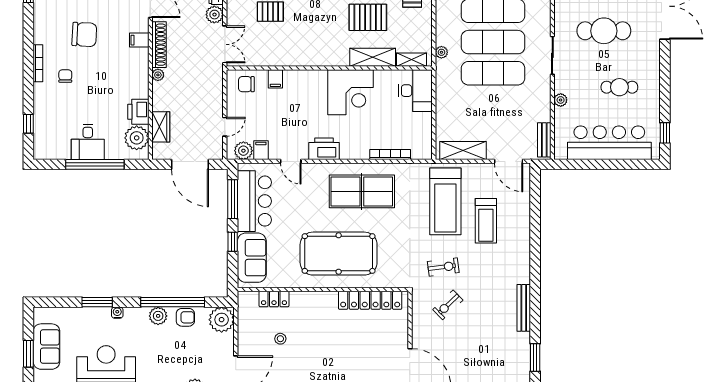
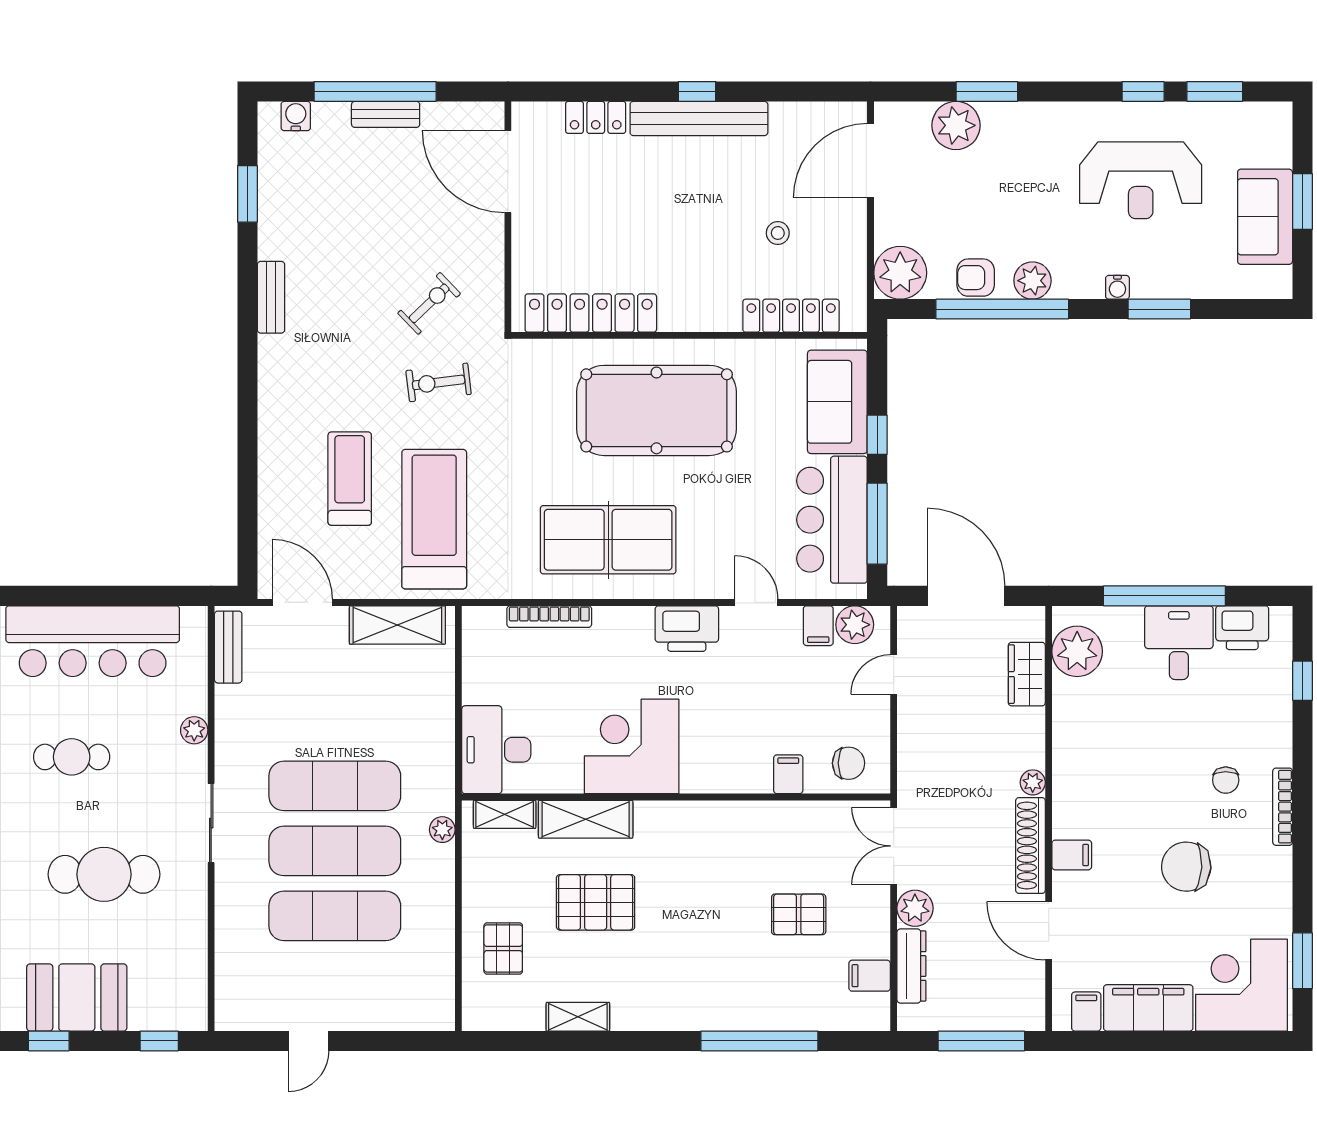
printer: (138, 112) -> (1242, 628), moved, turned 90
locker: (274, 299) -> (791, 316), width x1.53
bench: (524, 308) -> (271, 297), width x0.73

